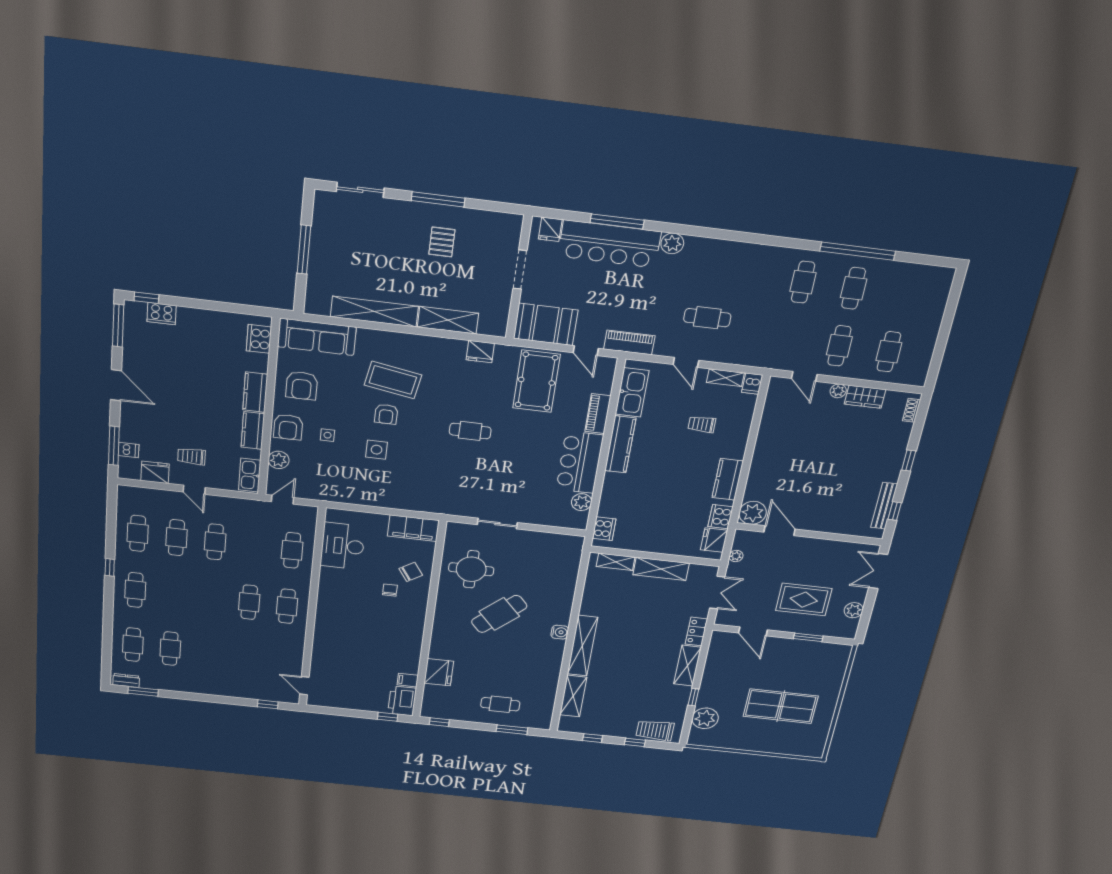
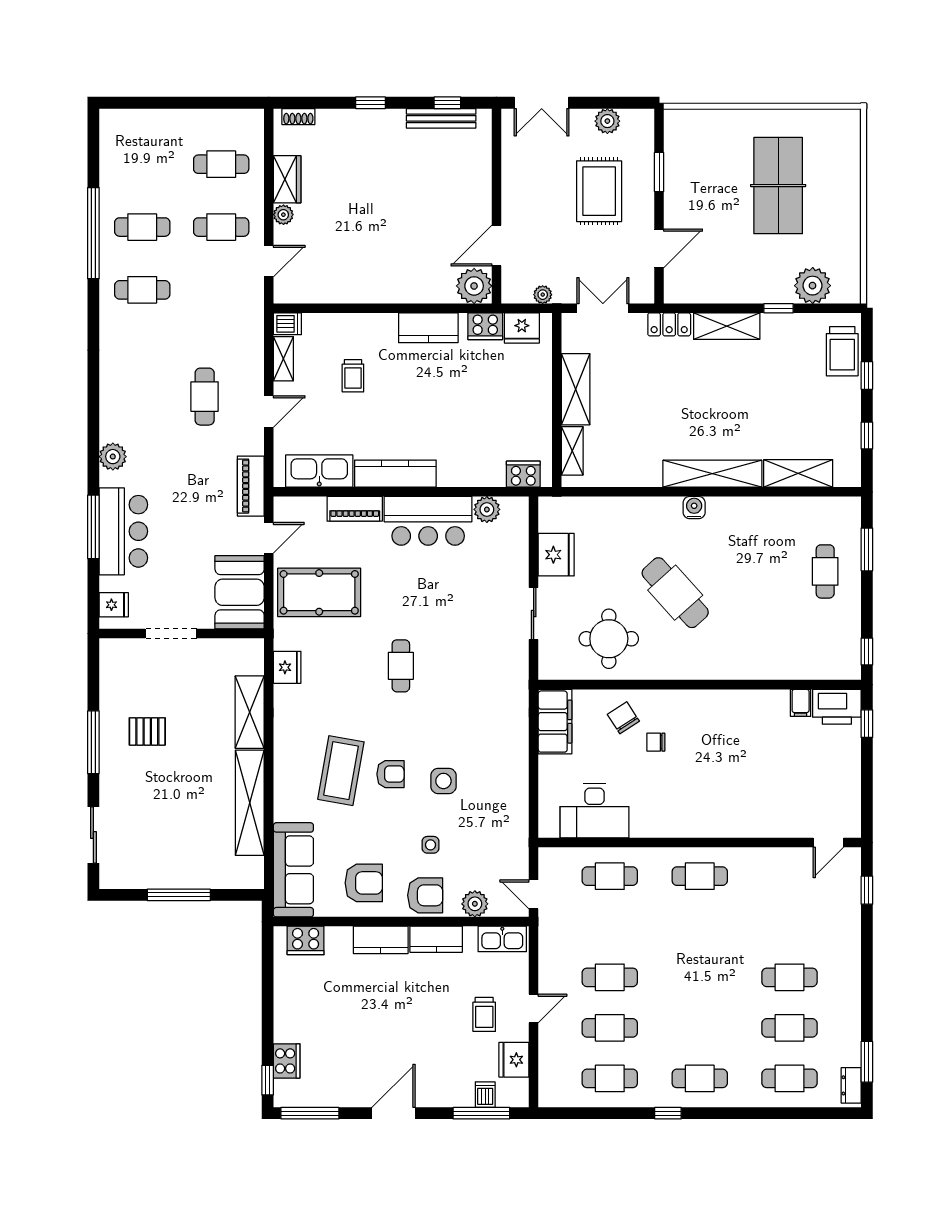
bar counter: (610, 244) -> (123, 531), width x0.73
cafe table: (249, 602) -> (790, 977), moved
fridge: (439, 672) -> (556, 555), moved, turned 90

